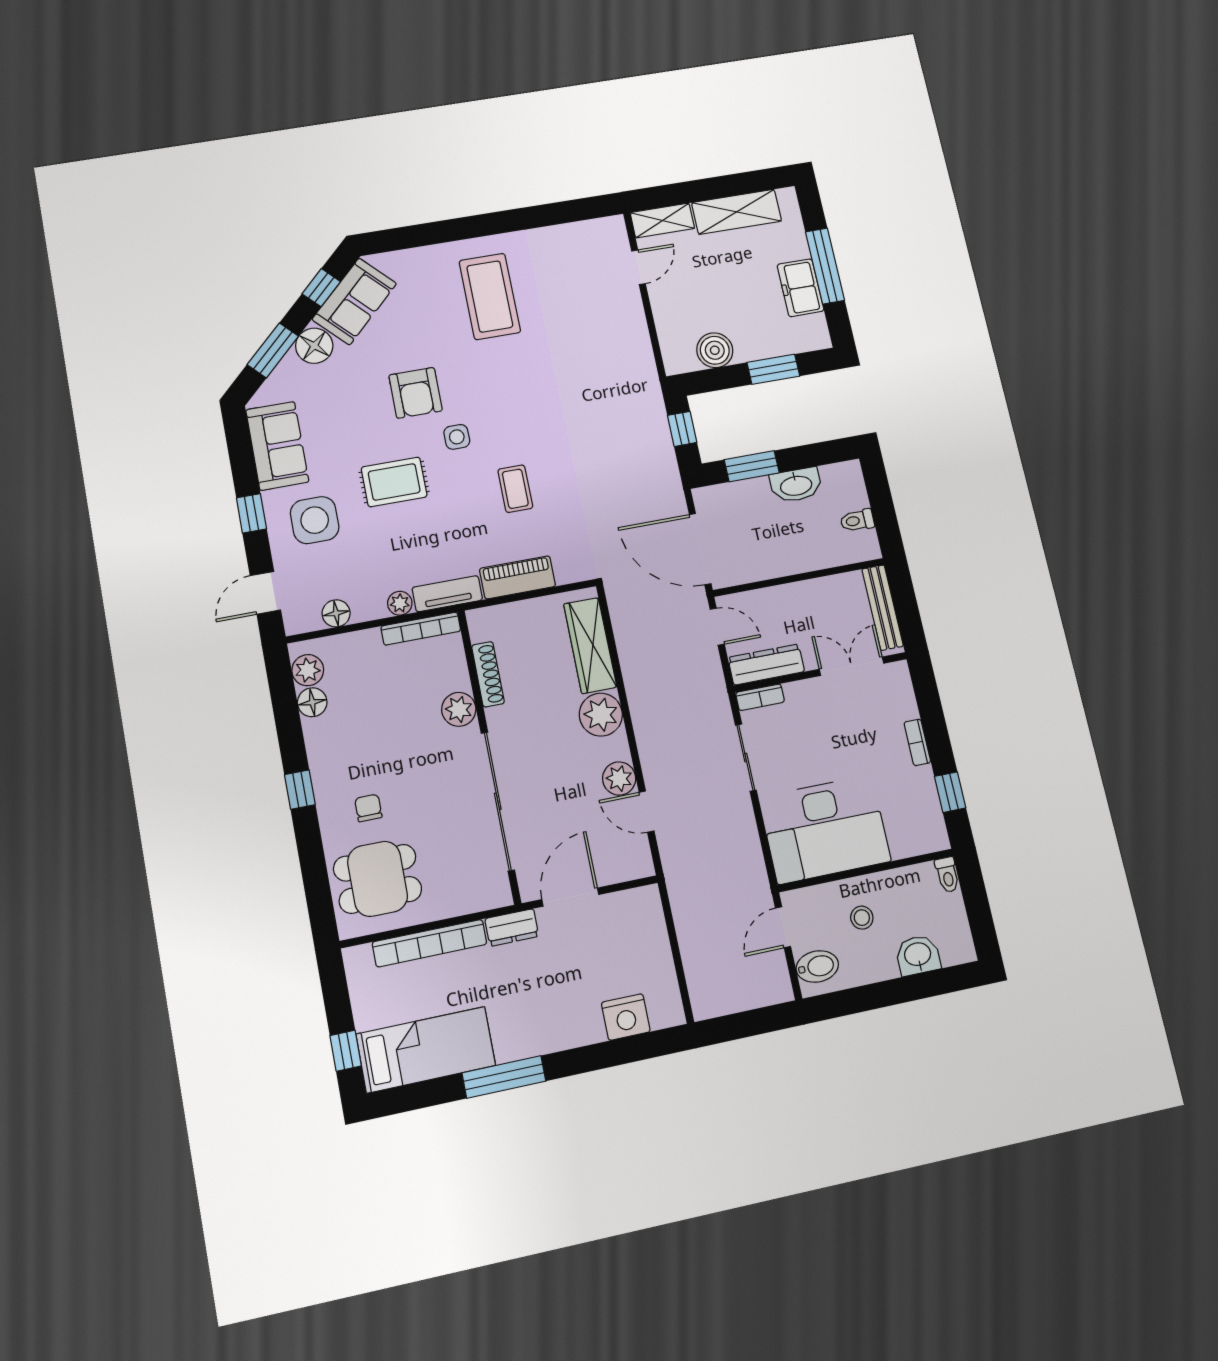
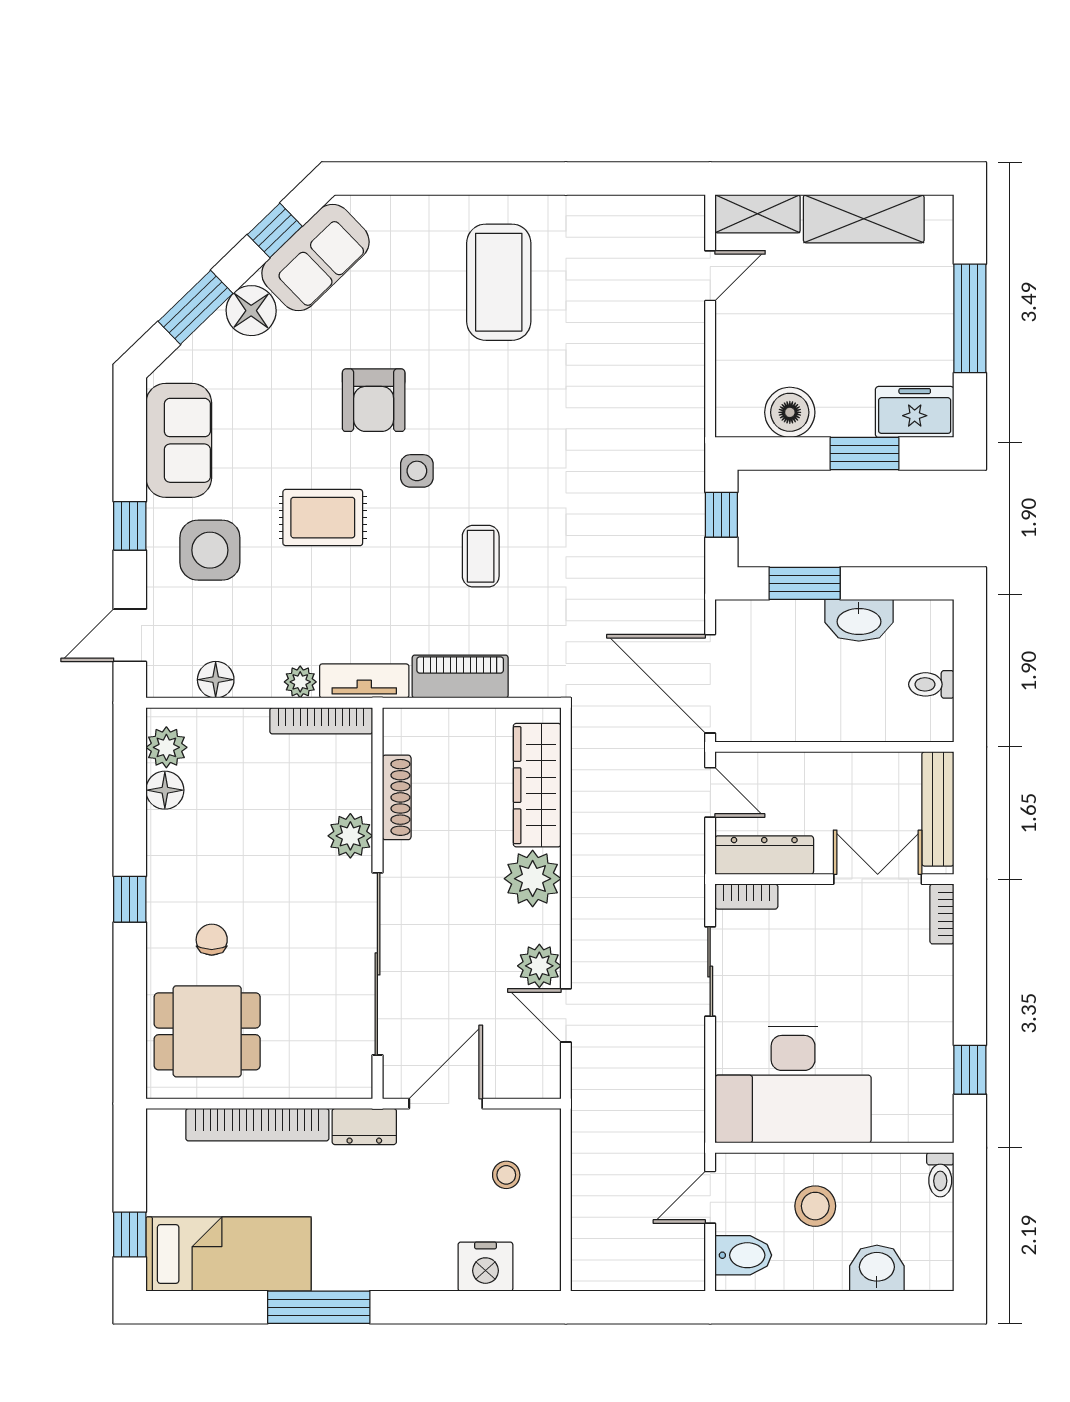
freezer: (800, 288) -> (915, 412), moved, turned 90
bookcase: (917, 742) -> (942, 914), moved
stool: (862, 918) -> (815, 1206), width x1.37, depth x1.37
stool: (627, 942) -> (506, 1175), added

